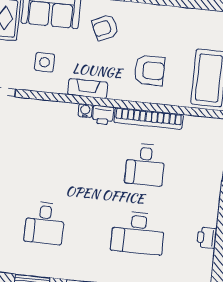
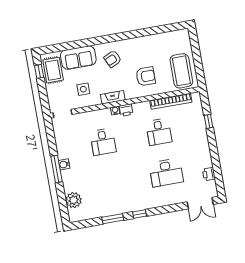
bookcase: (148, 118) -> (171, 101), moved
desk: (45, 223) -> (103, 142), moved
printer: (207, 238) -> (209, 174), moved

